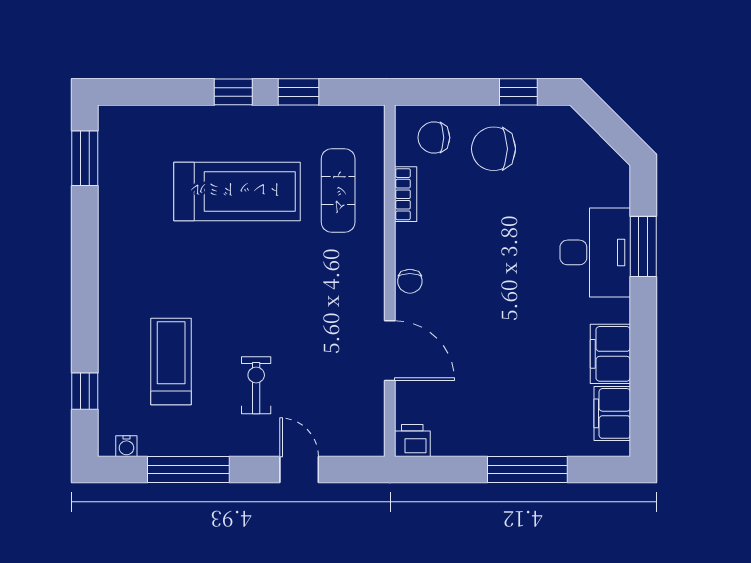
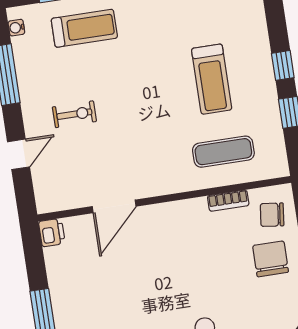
chair: (434, 138) -> (272, 215), turned -83
treadmill: (237, 191) -> (212, 79), width x0.73, depth x0.73
chair: (410, 281) -> (166, 213), removed
treadmill: (171, 361) -> (84, 28), moved

